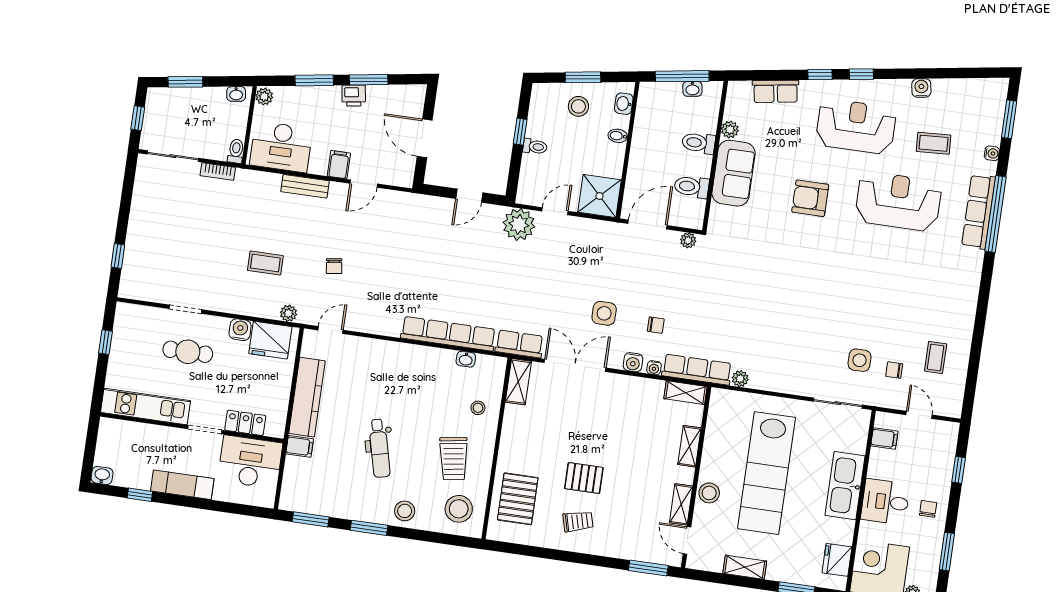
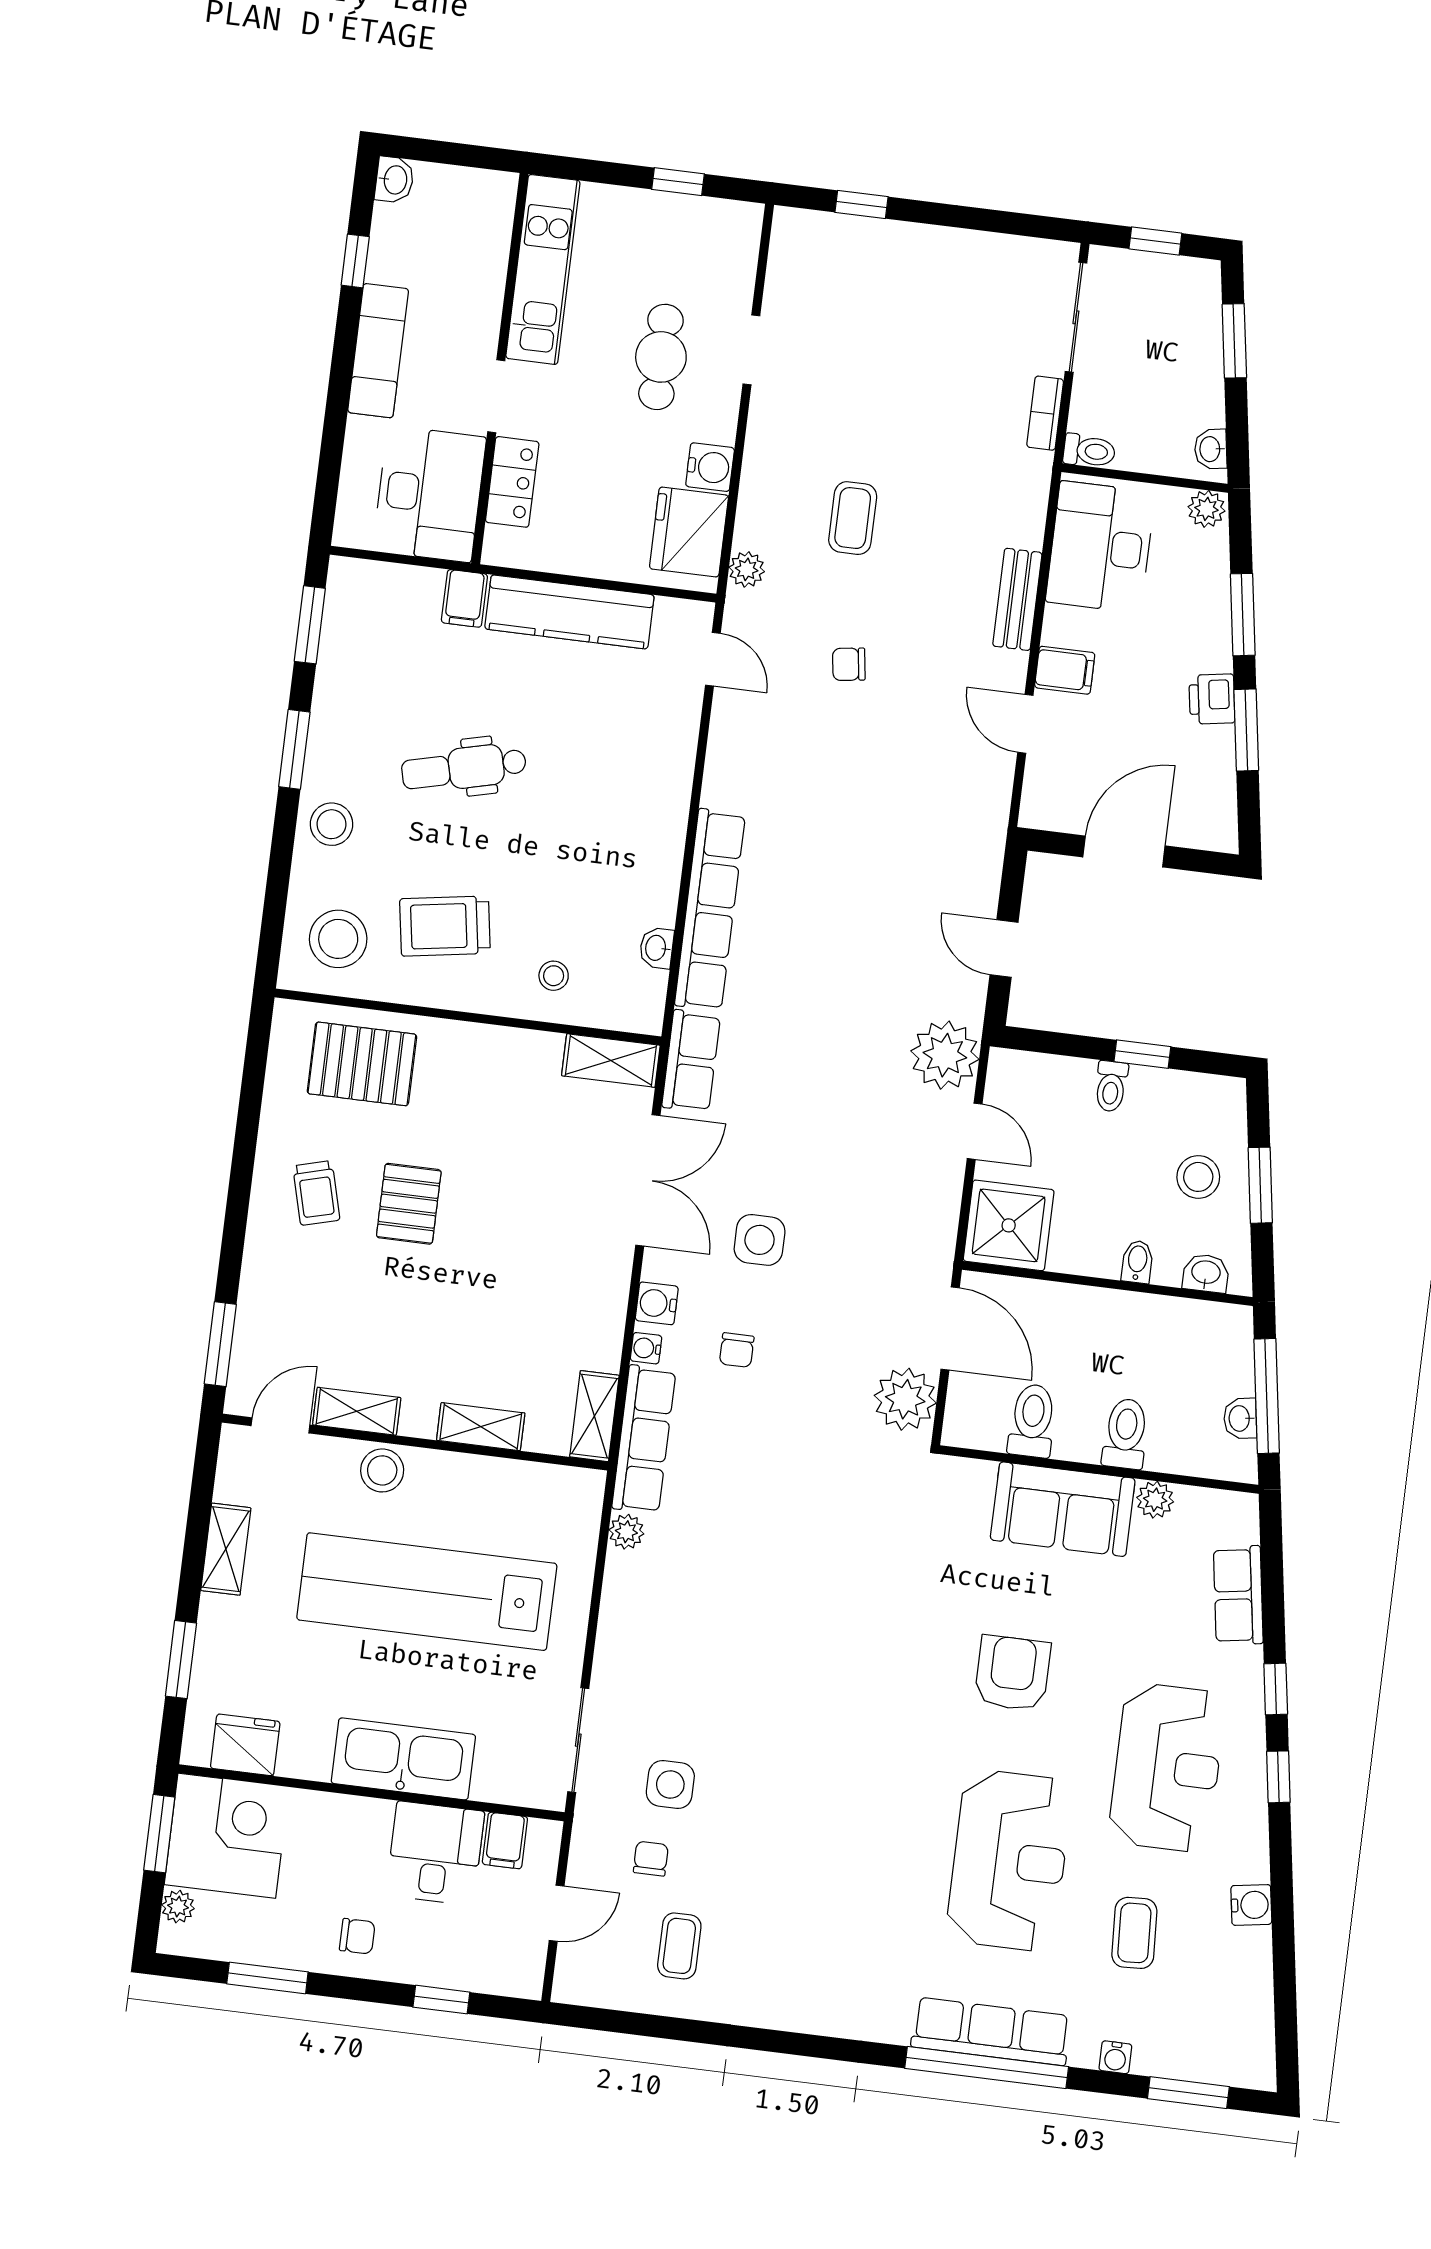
plant: (688, 240) -> (905, 1399), width x1.88, depth x1.88
coffee table: (936, 357) -> (679, 1946), turned 90
desk: (885, 502) -> (435, 1853), moved

